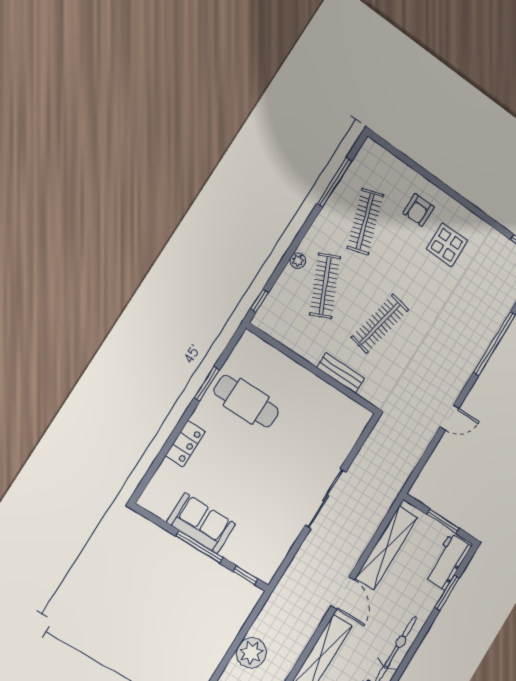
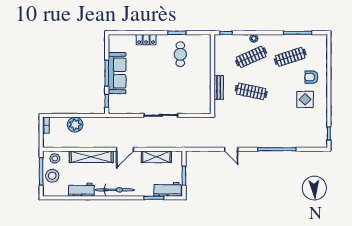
cafe table: (246, 401) -> (180, 54), width x0.73, depth x0.74
sofa: (201, 523) -> (117, 73), width x1.36
shelving: (387, 548) -> (156, 157), width x0.68

